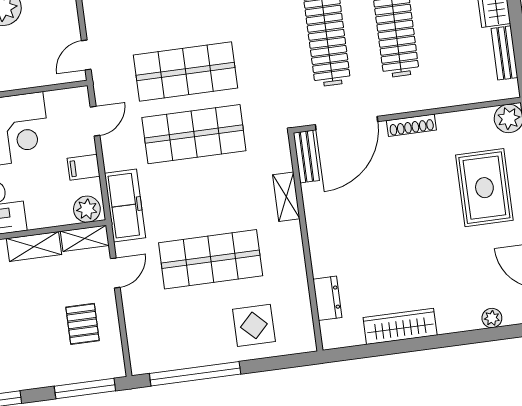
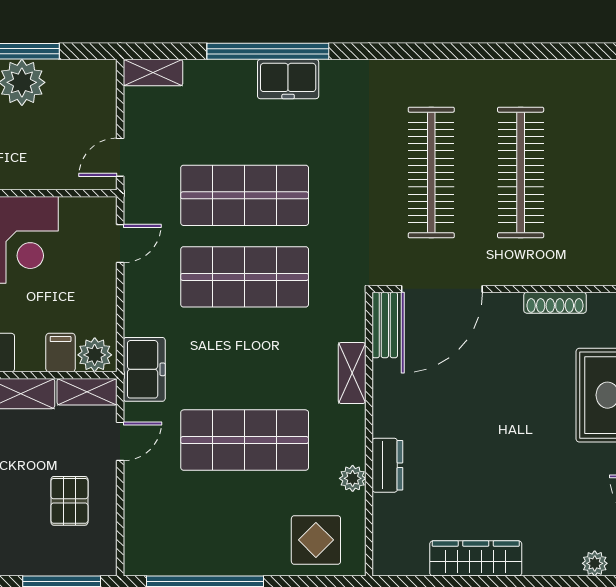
shoe rack: (411, 125) -> (555, 303), moved
filing cabinet: (84, 167) -> (61, 353), moved, turned 90
freezer: (125, 205) -> (144, 369), width x0.71
plant: (297, 278) -> (353, 478), added
dresser: (327, 298) -> (387, 465), moved
display table: (254, 325) -> (316, 540), moved

